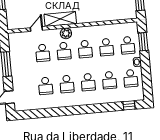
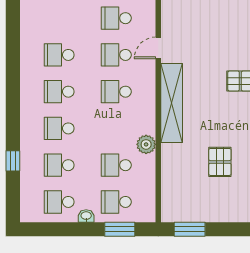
shelving: (60, 19) -> (172, 103), width x1.47
door: (36, 29) -> (158, 48), swing flipped
plant: (66, 33) -> (146, 144), moved
school desk: (85, 49) -> (116, 18), moved
window: (129, 105) -> (13, 161), moved

